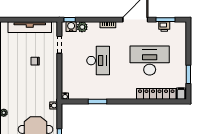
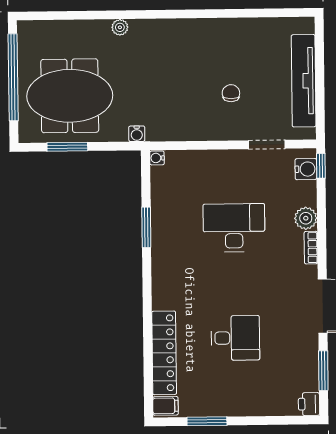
plant: (82, 27) -> (306, 218), moved
printer: (164, 27) -> (309, 404), moved
desk: (98, 61) -> (234, 228), turned 180
desk: (150, 61) -> (235, 338), width x0.53, depth x0.77

